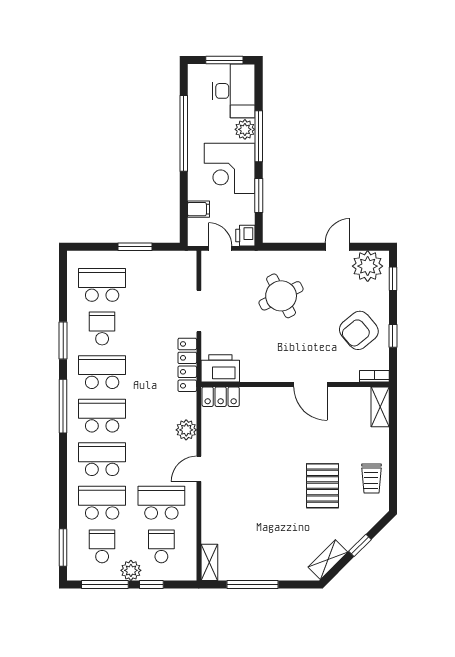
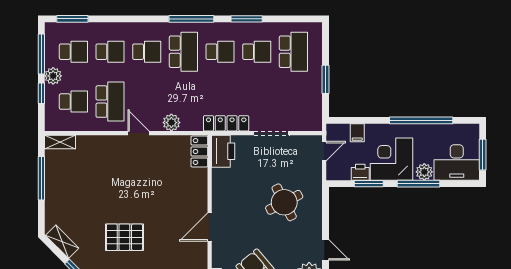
printer: (245, 236) -> (360, 172), moved
school desk: (102, 372) -> (220, 52), width x0.54
school desk: (102, 459) -> (147, 52), width x0.54
school desk: (102, 503) -> (110, 52), width x0.54

